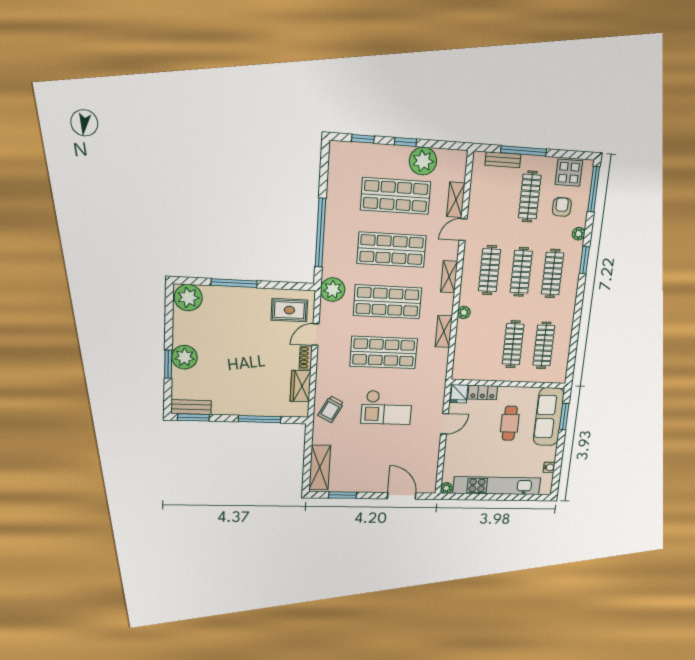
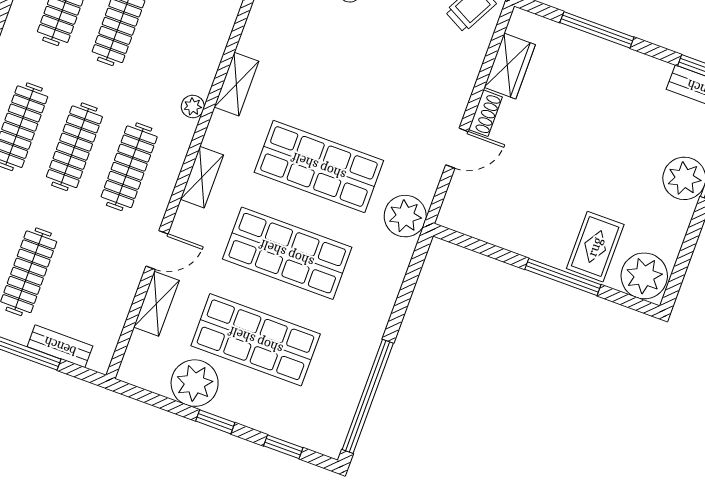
window: (320, 233) -> (368, 396), moved
rug: (289, 310) -> (595, 247), moved, turned 90
shop shelf: (384, 352) -> (351, 80), removed

